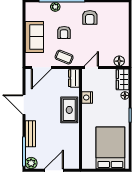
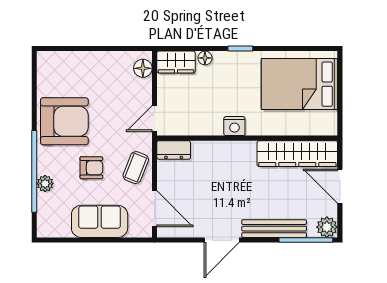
armchair: (90, 17) -> (64, 121), width x1.88, depth x1.88
door: (91, 67) -> (154, 119), hinge flipped
nightstand: (87, 97) -> (234, 126), moved
rug: (69, 110) -> (231, 158), removed
bench: (30, 134) -> (274, 229), width x1.36
wardrobe: (72, 147) -> (297, 154), added

